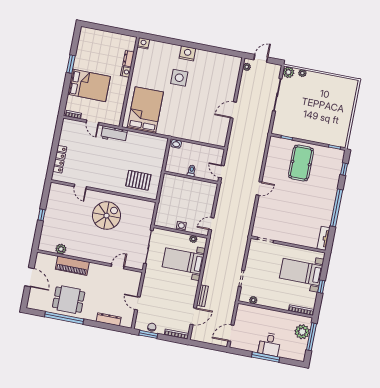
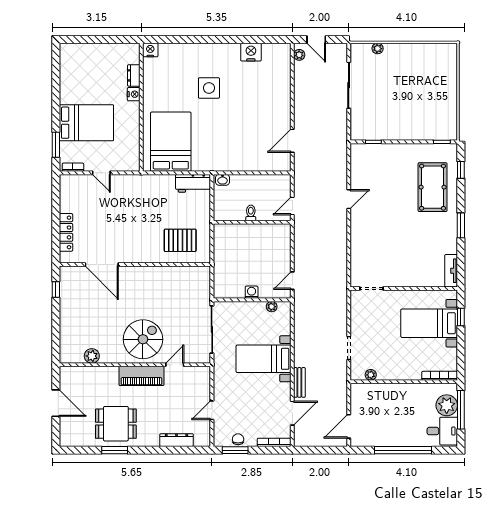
nightstand: (187, 53) -> (251, 52), moved
door: (261, 58) -> (316, 40), swing flipped
window: (71, 64) -> (56, 145), moved
plant: (288, 72) -> (358, 51), removed
door: (233, 110) -> (292, 141), moved
workbench: (114, 134) -> (193, 183), moved
pool table: (301, 163) -> (433, 187), moved
door: (221, 172) -> (292, 206), hinge flipped
door: (80, 187) -> (102, 265), width x1.88
door: (259, 188) -> (349, 199), moved
window: (337, 208) -> (461, 225), width x0.47
window: (42, 215) -> (56, 289), moved
spiral stairs: (107, 216) -> (143, 339), moved
bed with nightstands: (183, 261) -> (264, 359), moved
piano: (72, 266) -> (141, 376), moved
window: (321, 287) -> (461, 317), moved
door: (137, 303) -> (212, 410), hinge flipped
window: (64, 318) -> (115, 450), width x0.47
desk: (269, 344) -> (442, 431), moved, turned -90
window: (266, 357) -> (403, 450), width x1.46

